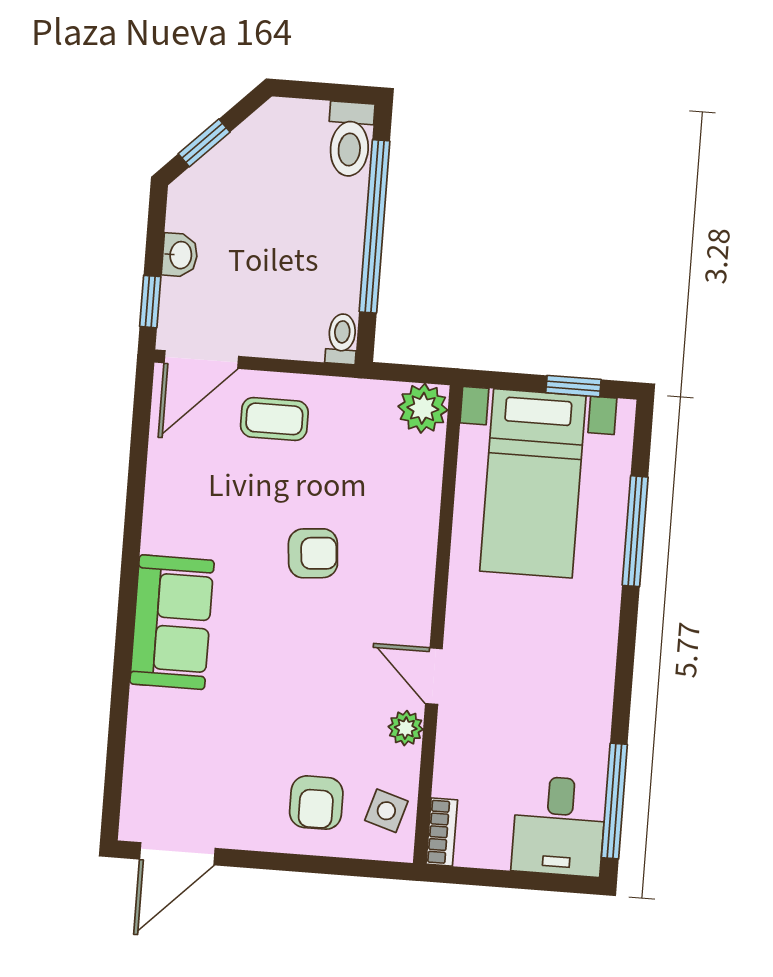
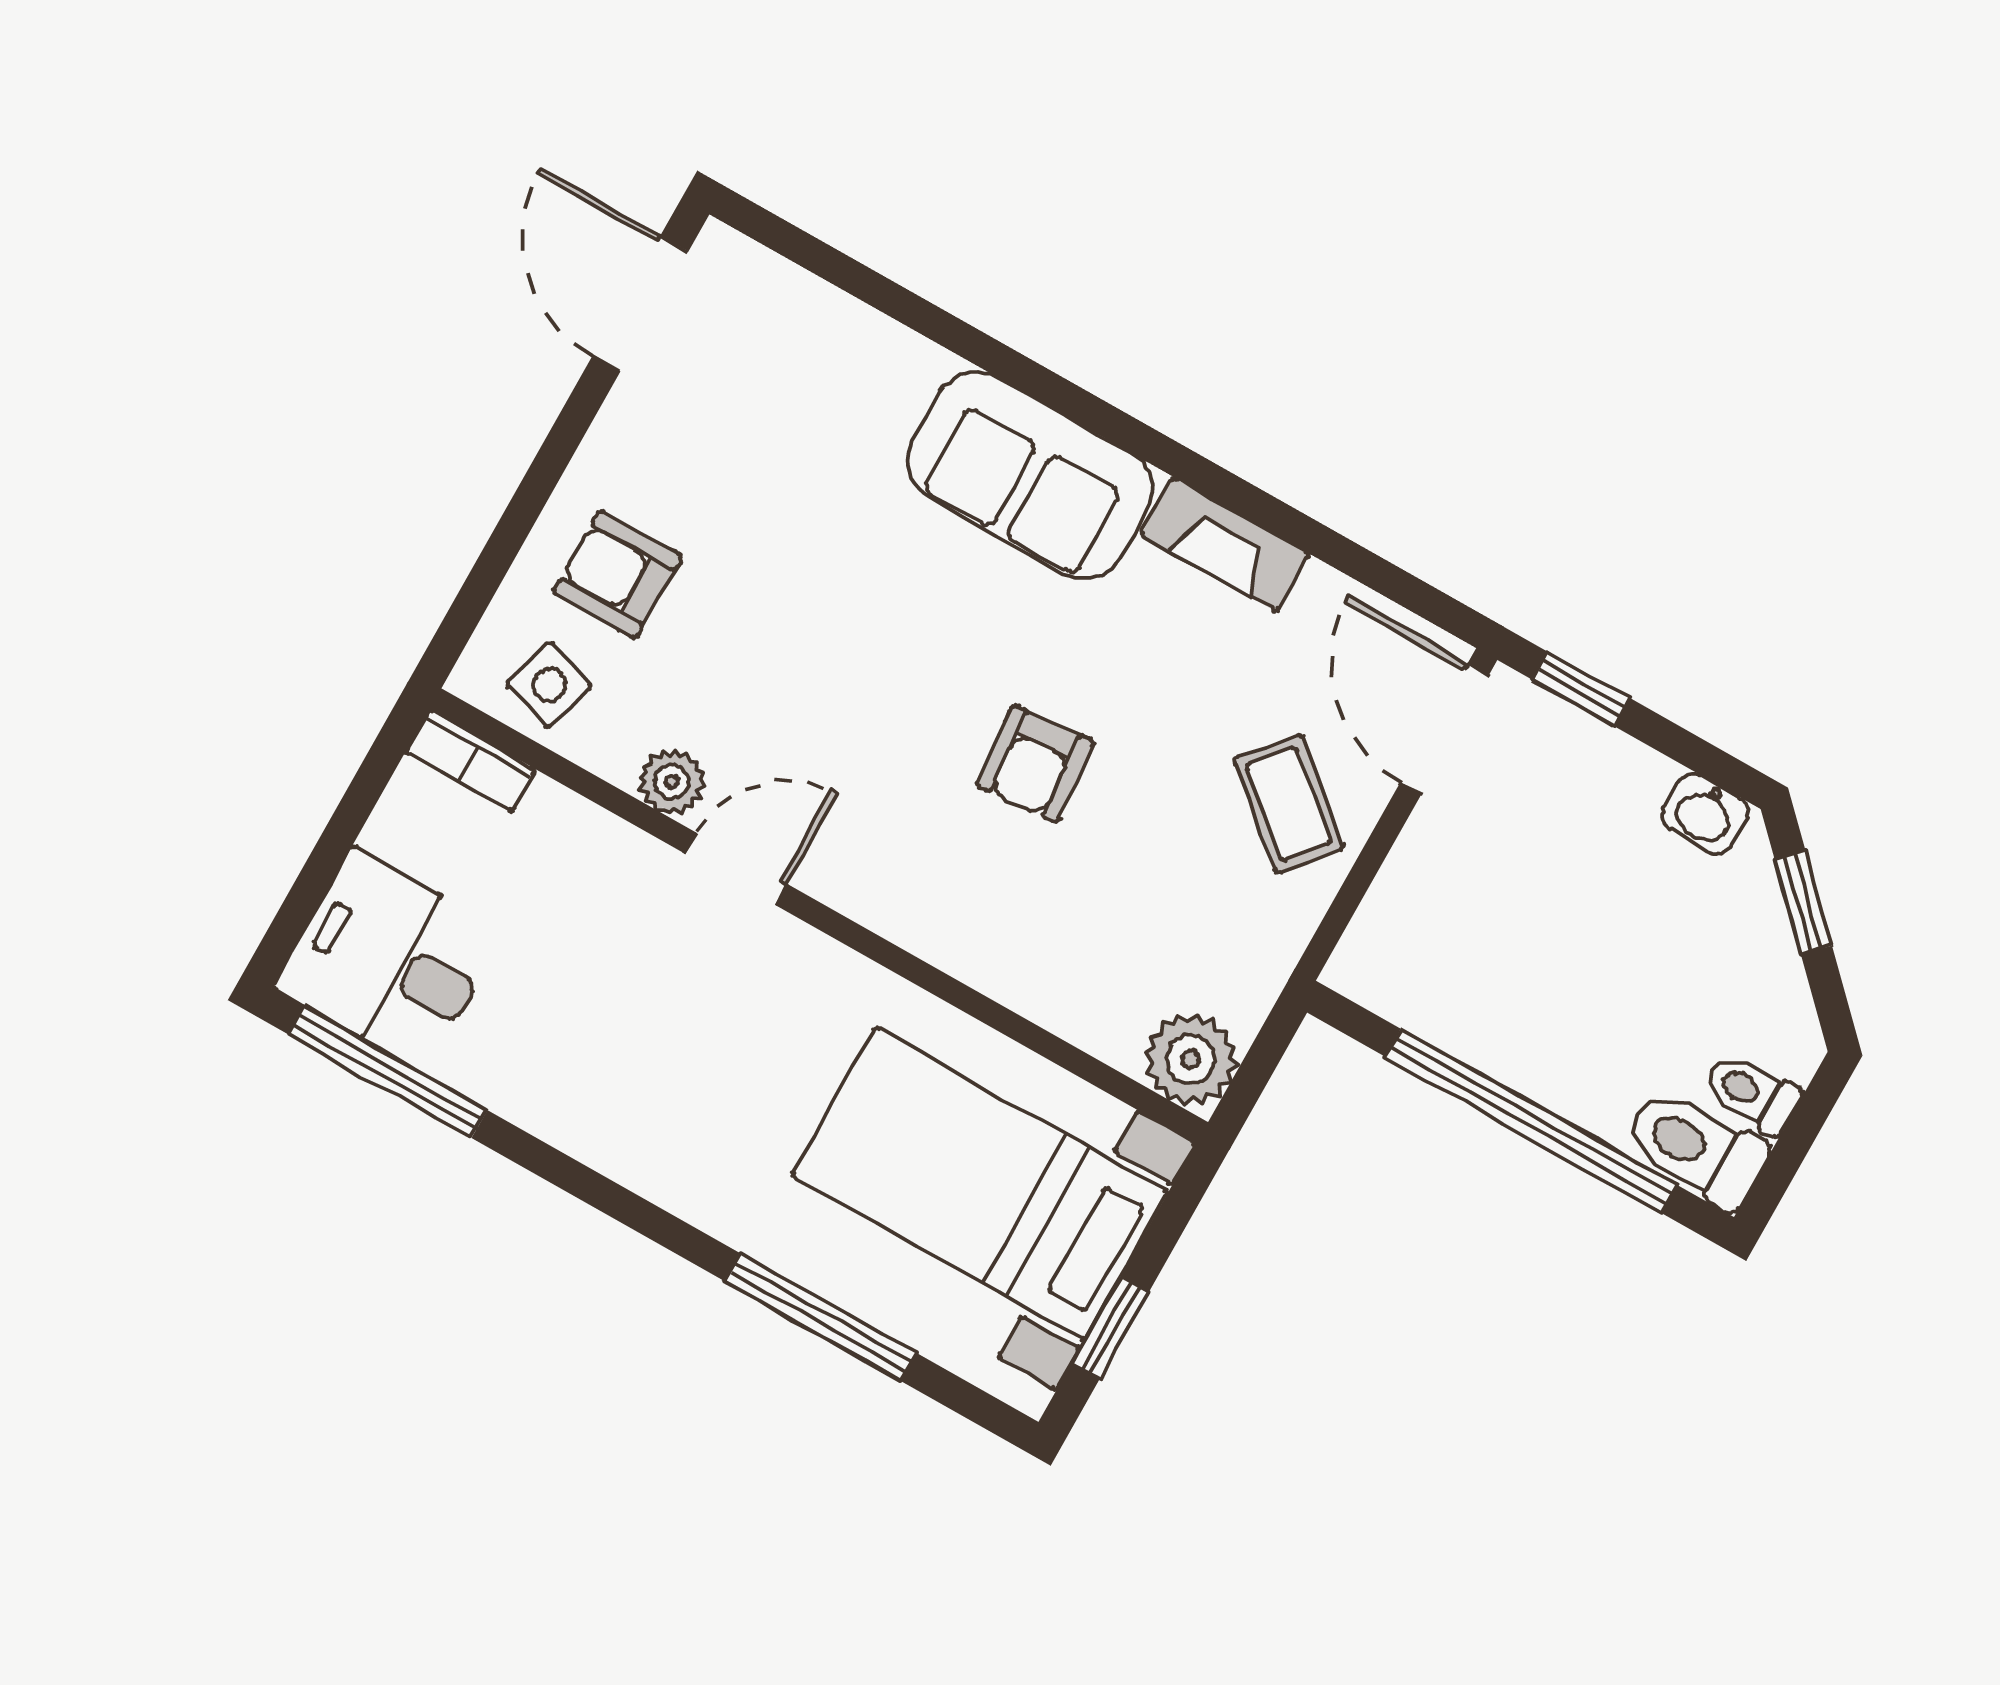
washbasin: (180, 255) -> (1705, 814), moved
toilet: (342, 339) -> (1752, 1093), moved, turned 180
coffee table: (274, 419) -> (1289, 804), turned -50
fireplace: (161, 510) -> (1225, 544), added

